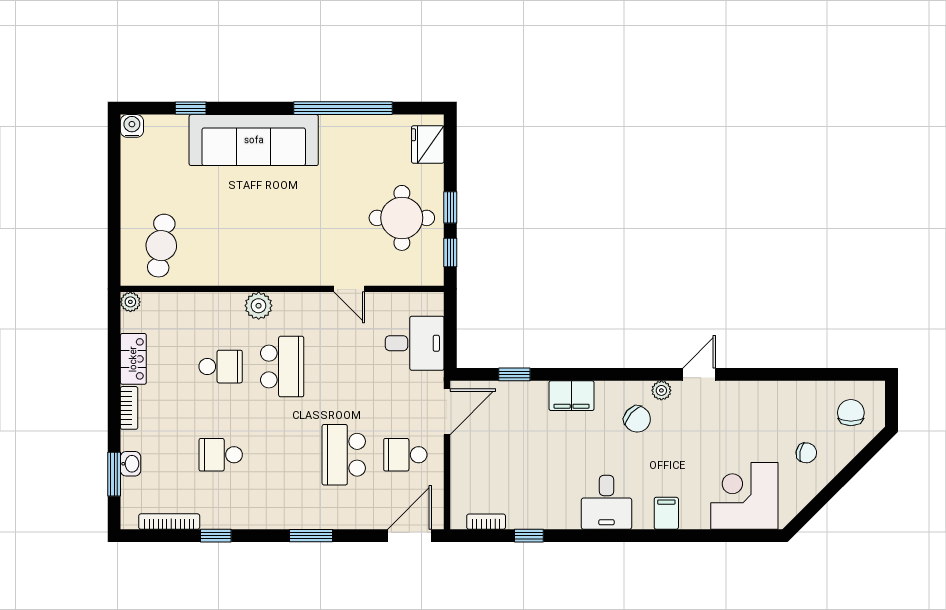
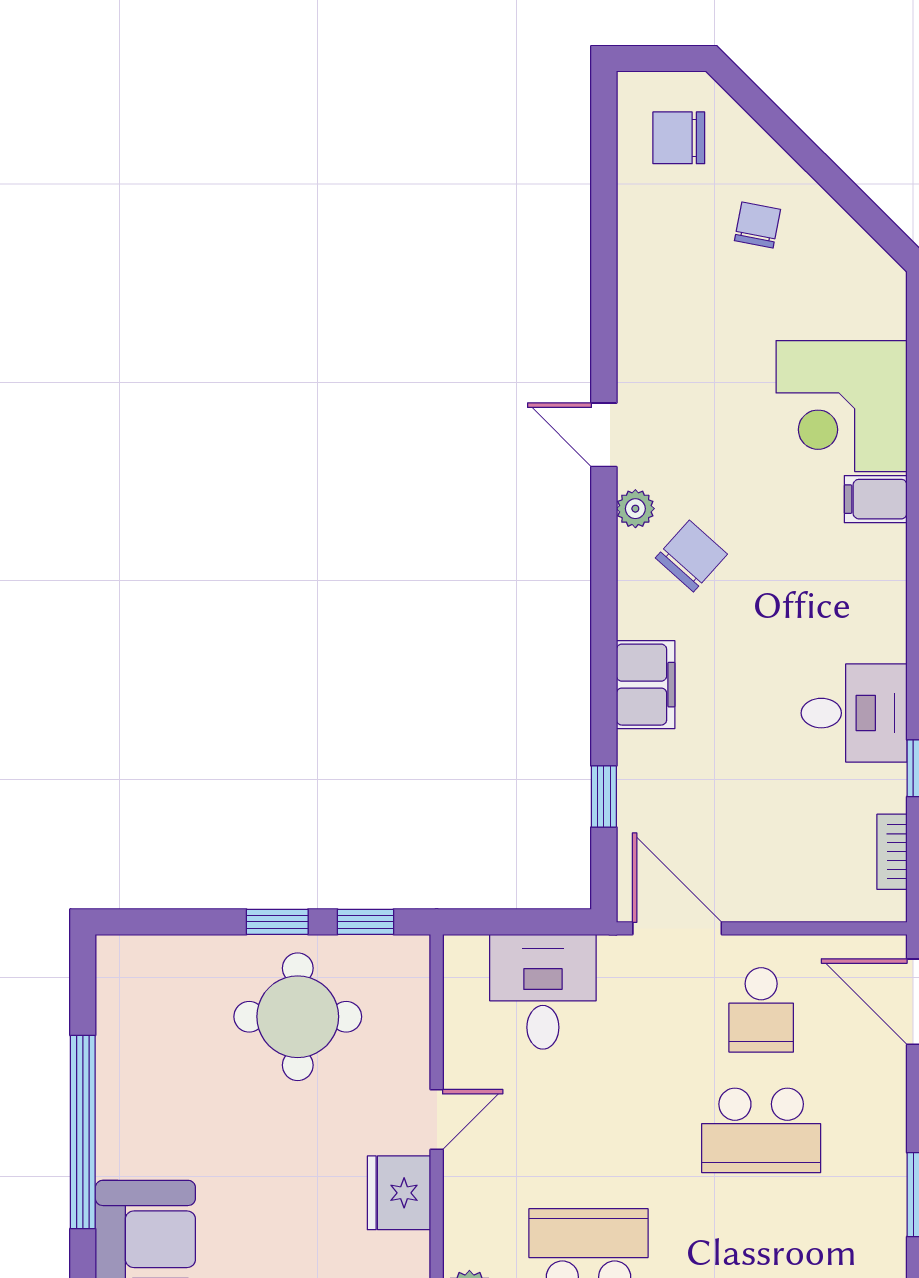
fridge: (428, 145) -> (399, 1193), moved, turned 90
corner desk: (744, 496) -> (842, 406), moved
desk: (606, 502) -> (854, 713), moved

